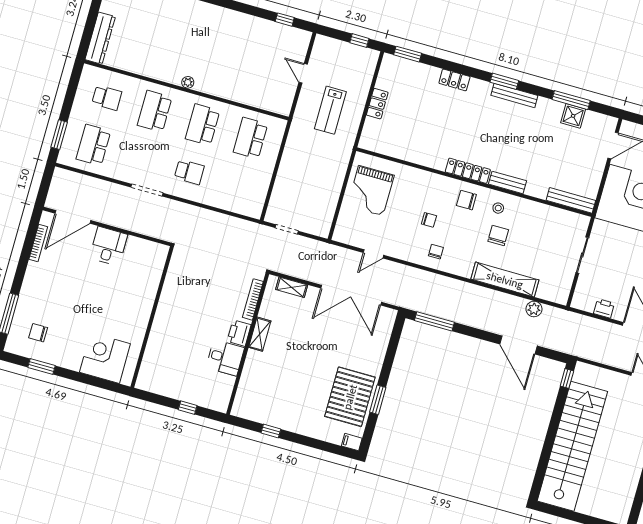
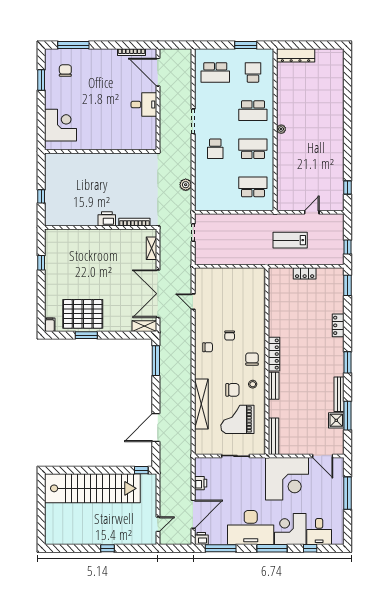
bench: (514, 95) -> (339, 394), moved
school desk: (107, 98) -> (253, 72), turned 180
school desk: (155, 111) -> (253, 111), turned 180
window: (59, 135) -> (246, 45), moved
school desk: (93, 145) -> (215, 72), turned 180
grand piano: (371, 191) -> (237, 419), moved
plant: (534, 309) -> (186, 185), moved
shelving: (260, 334) -> (144, 326), moved
desk: (225, 358) -> (86, 214), removed

